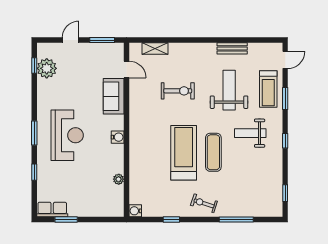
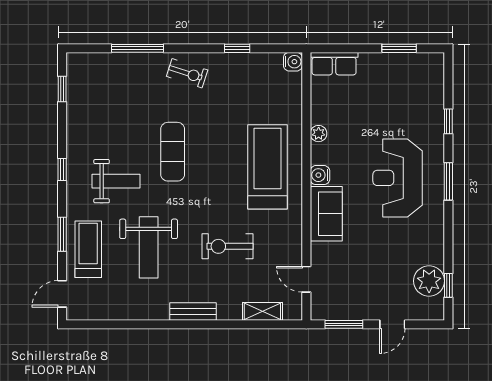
bench: (232, 48) -> (193, 312), moved
sofa: (114, 96) -> (326, 214), moved
treadmill: (184, 153) -> (268, 167), moved, turned 180
plant: (119, 179) -> (319, 134), moved
row of seats: (52, 210) -> (334, 64), moved

